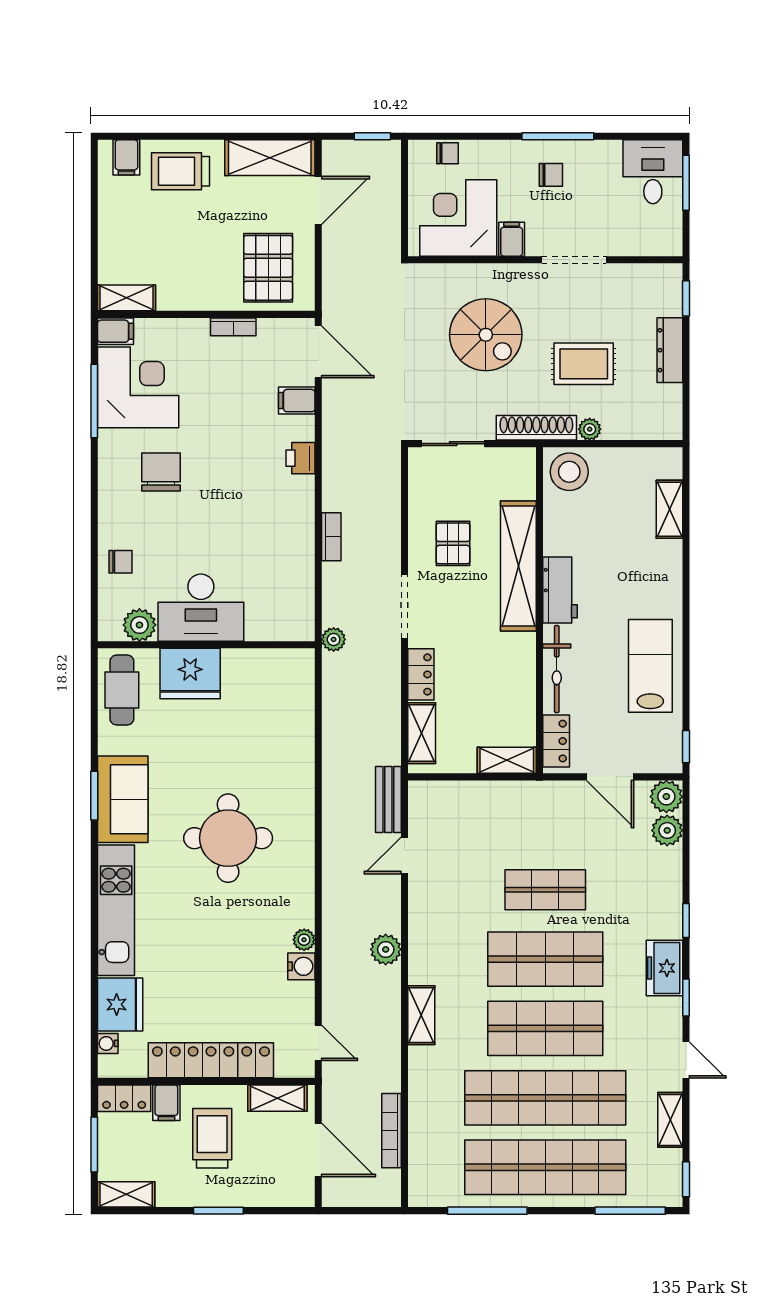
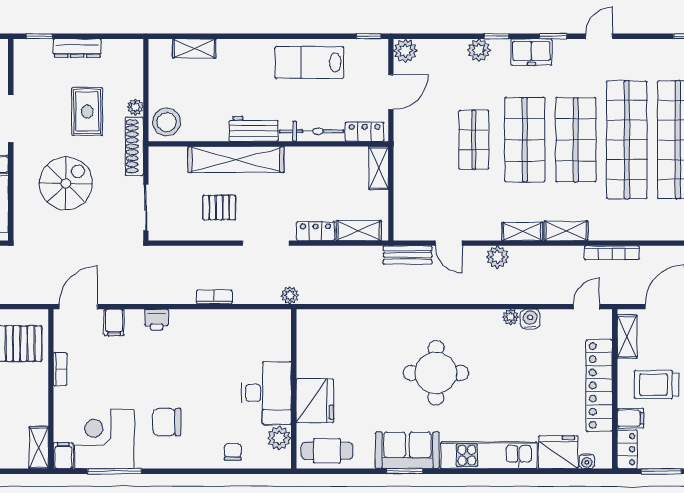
plant: (667, 830) -> (479, 50), moved
plant: (386, 949) -> (497, 257), moved
shelving: (670, 1120) -> (522, 232), moved
bookcase: (391, 1131) -> (612, 253), moved

